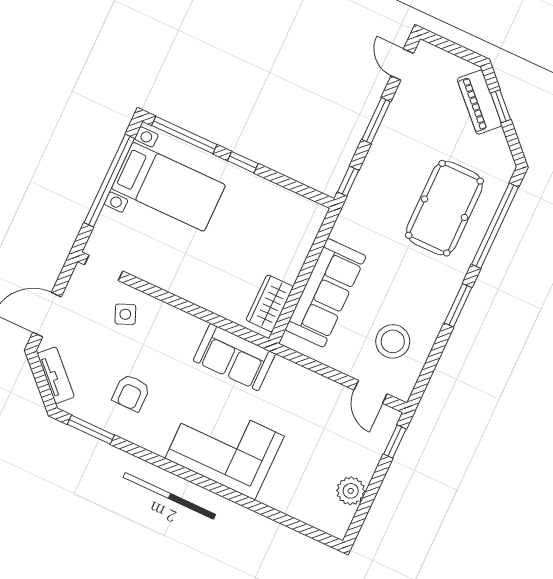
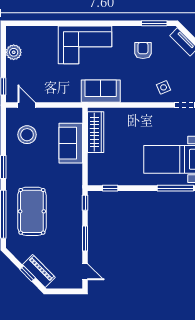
window: (243, 162) -> (110, 188), moved
sofa: (326, 293) -> (71, 143), width x0.73
wardrobe: (270, 303) -> (96, 132), width x1.50

